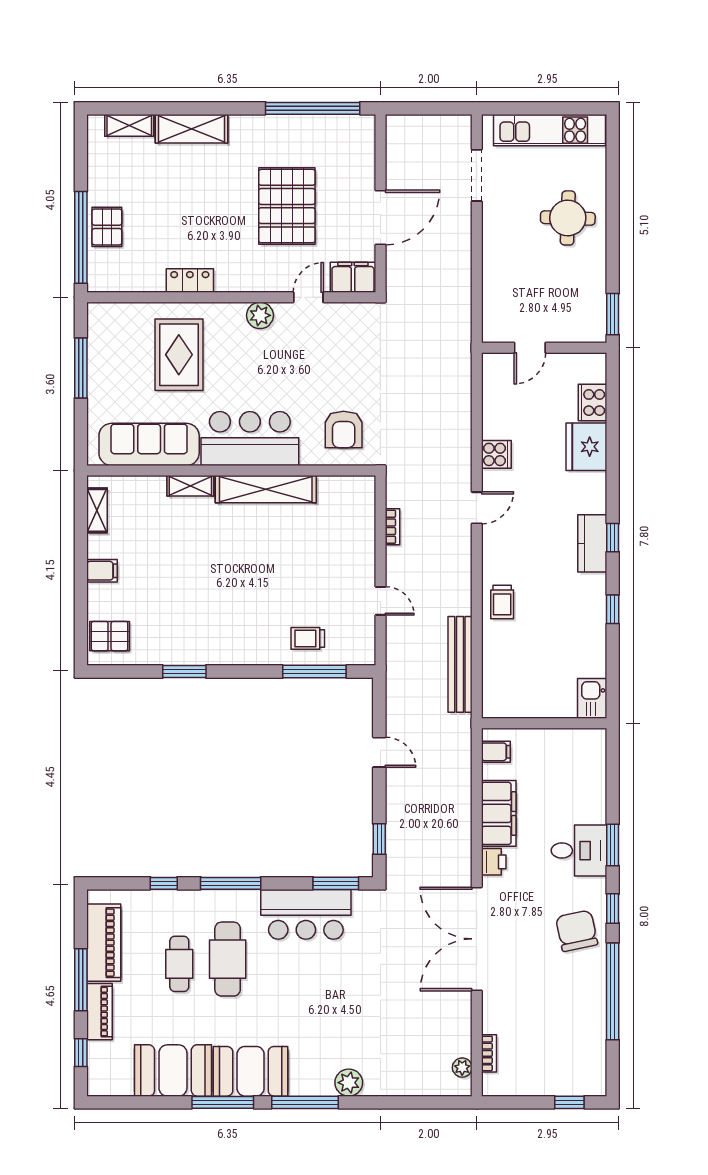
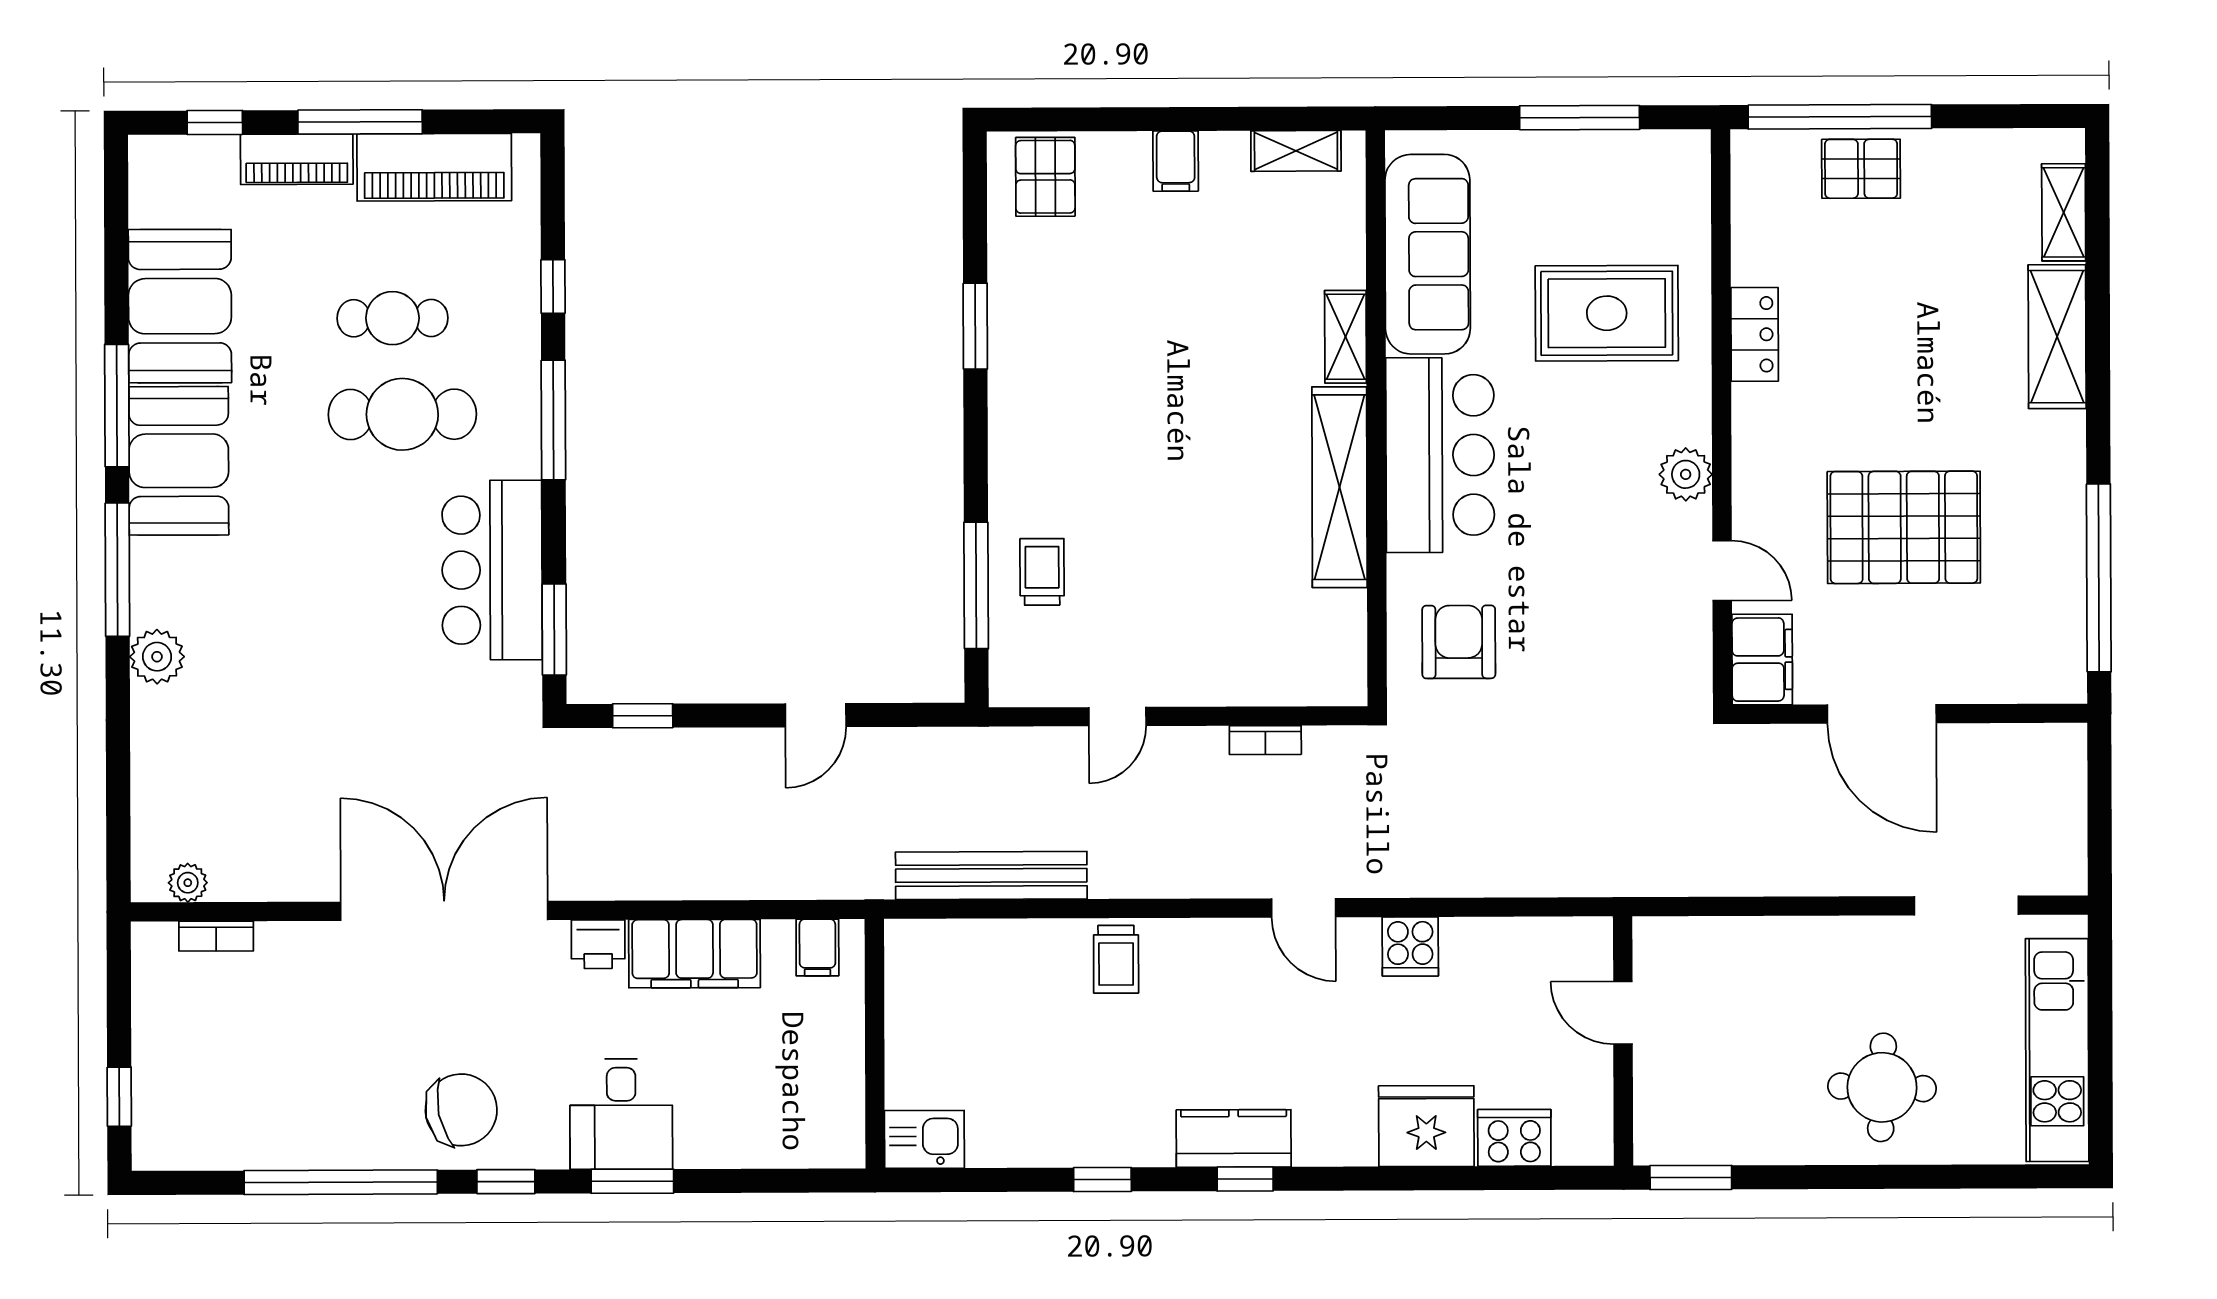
armchair: (344, 430) -> (1459, 642), turned 90
trolley: (502, 602) -> (1116, 959), turned -90

